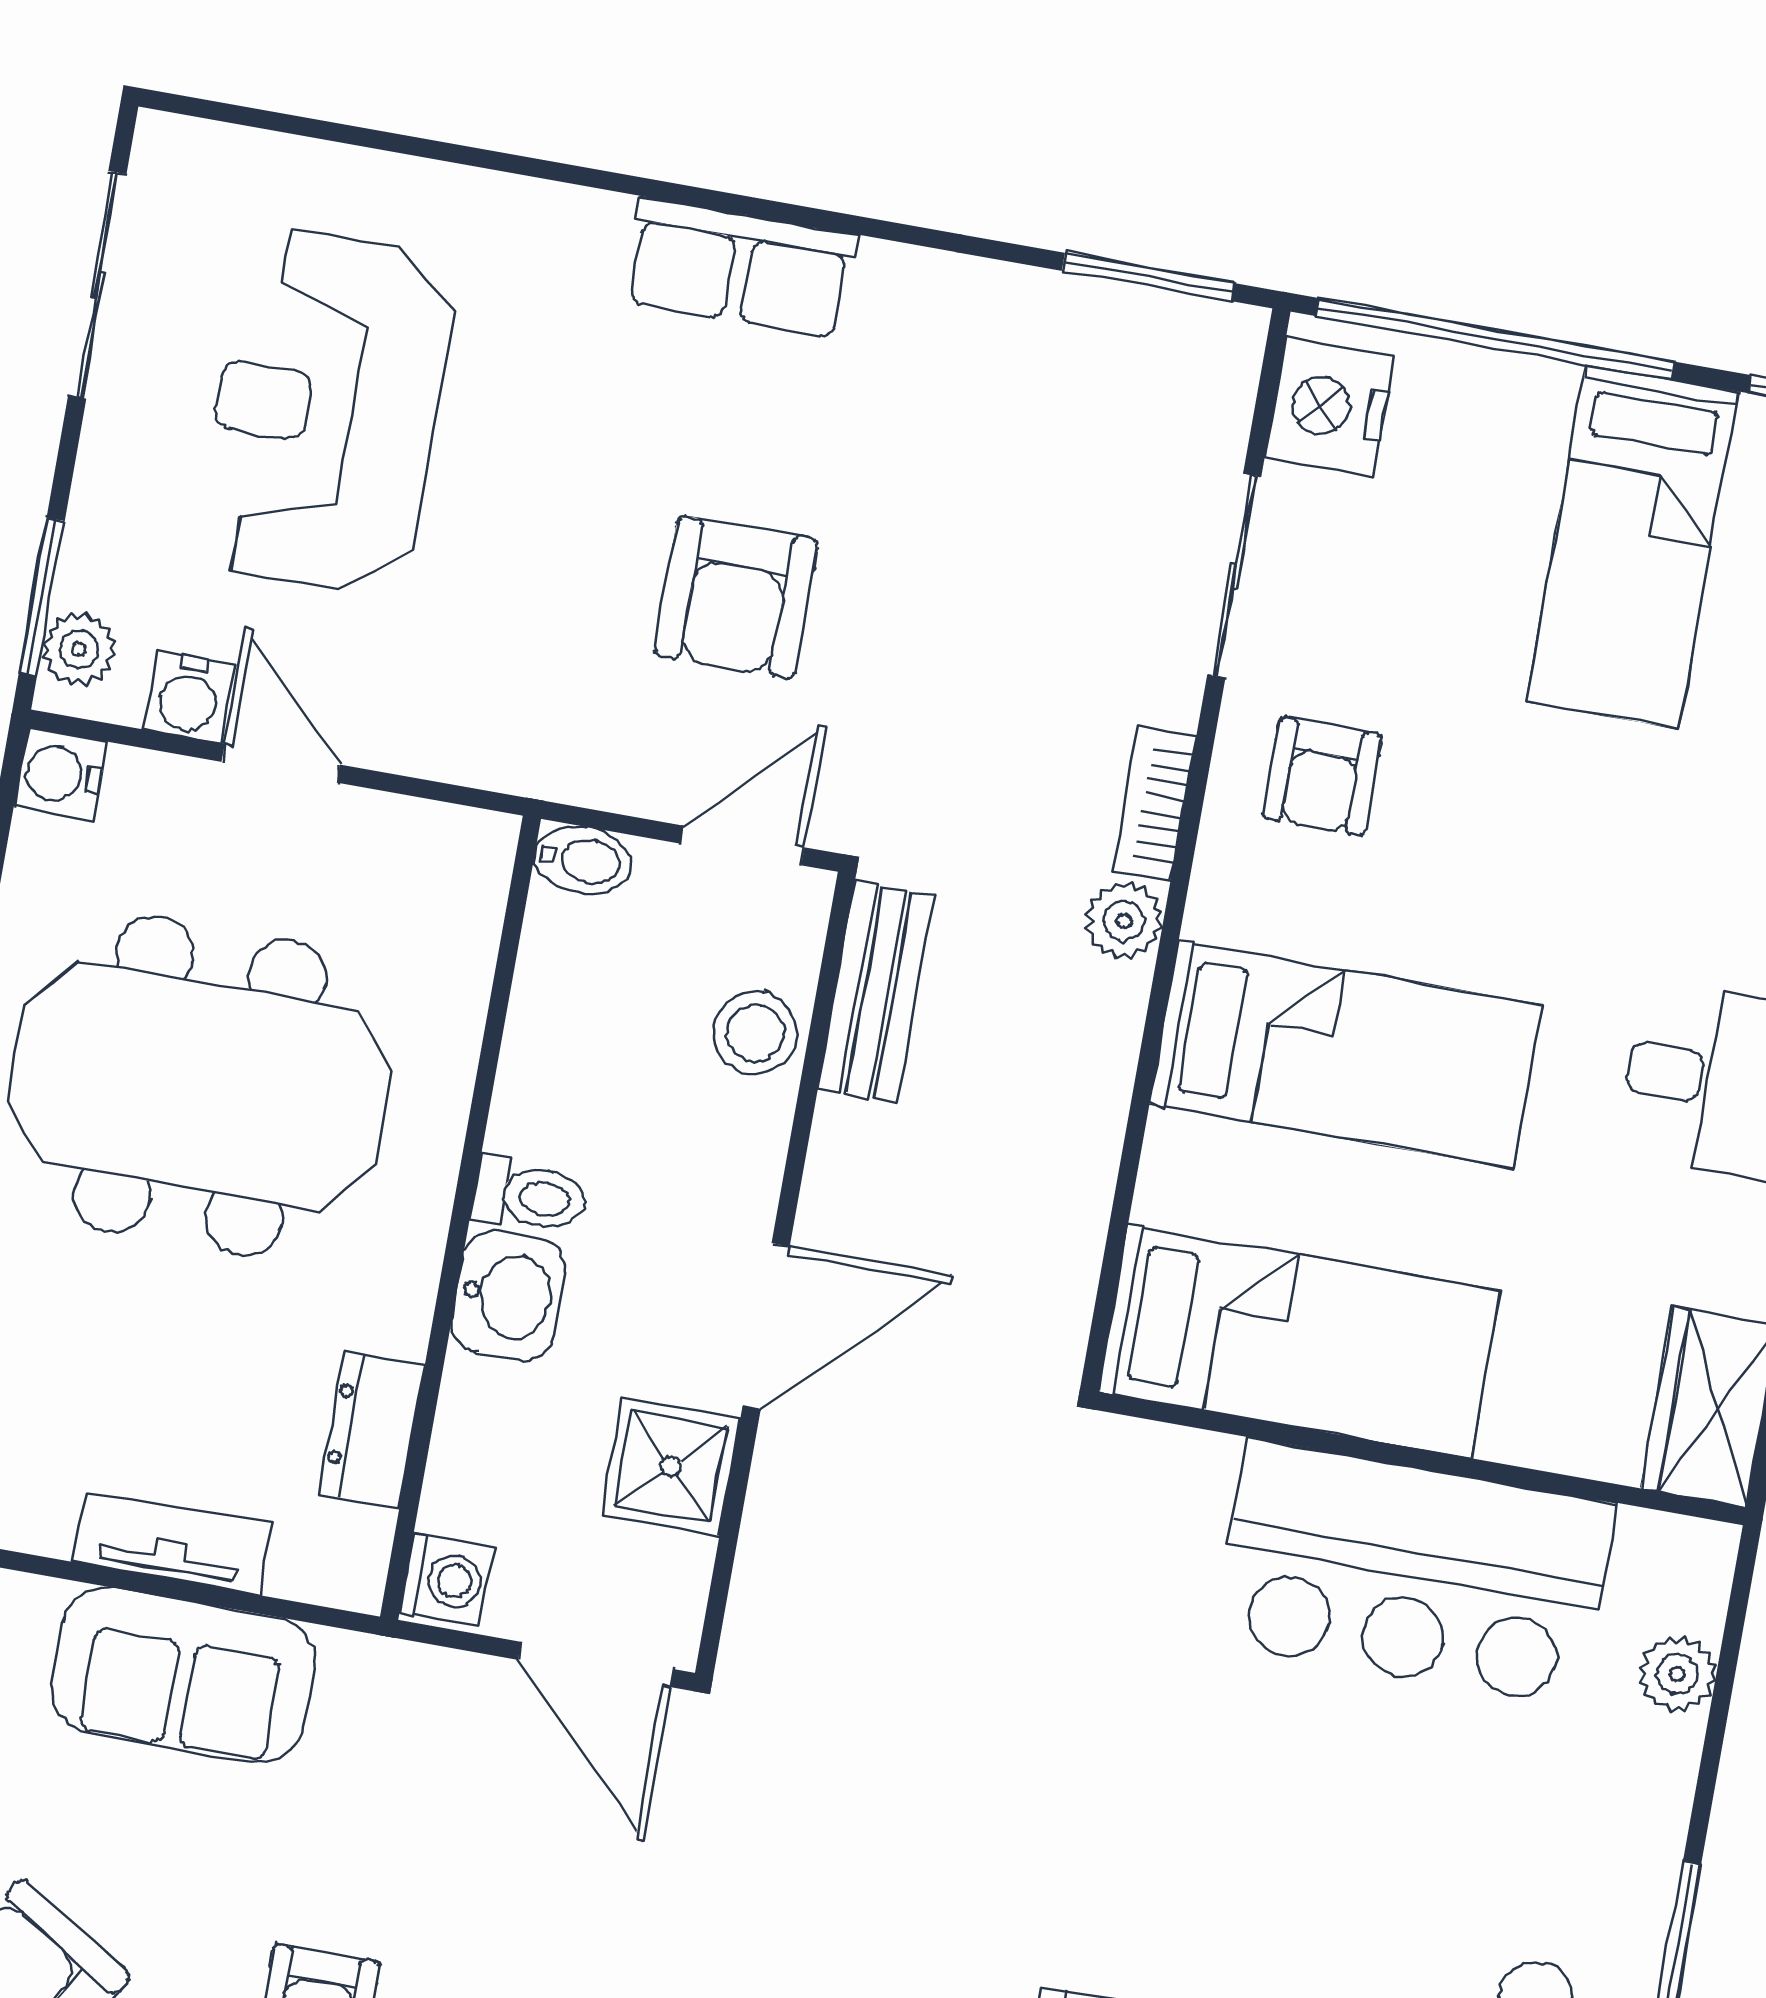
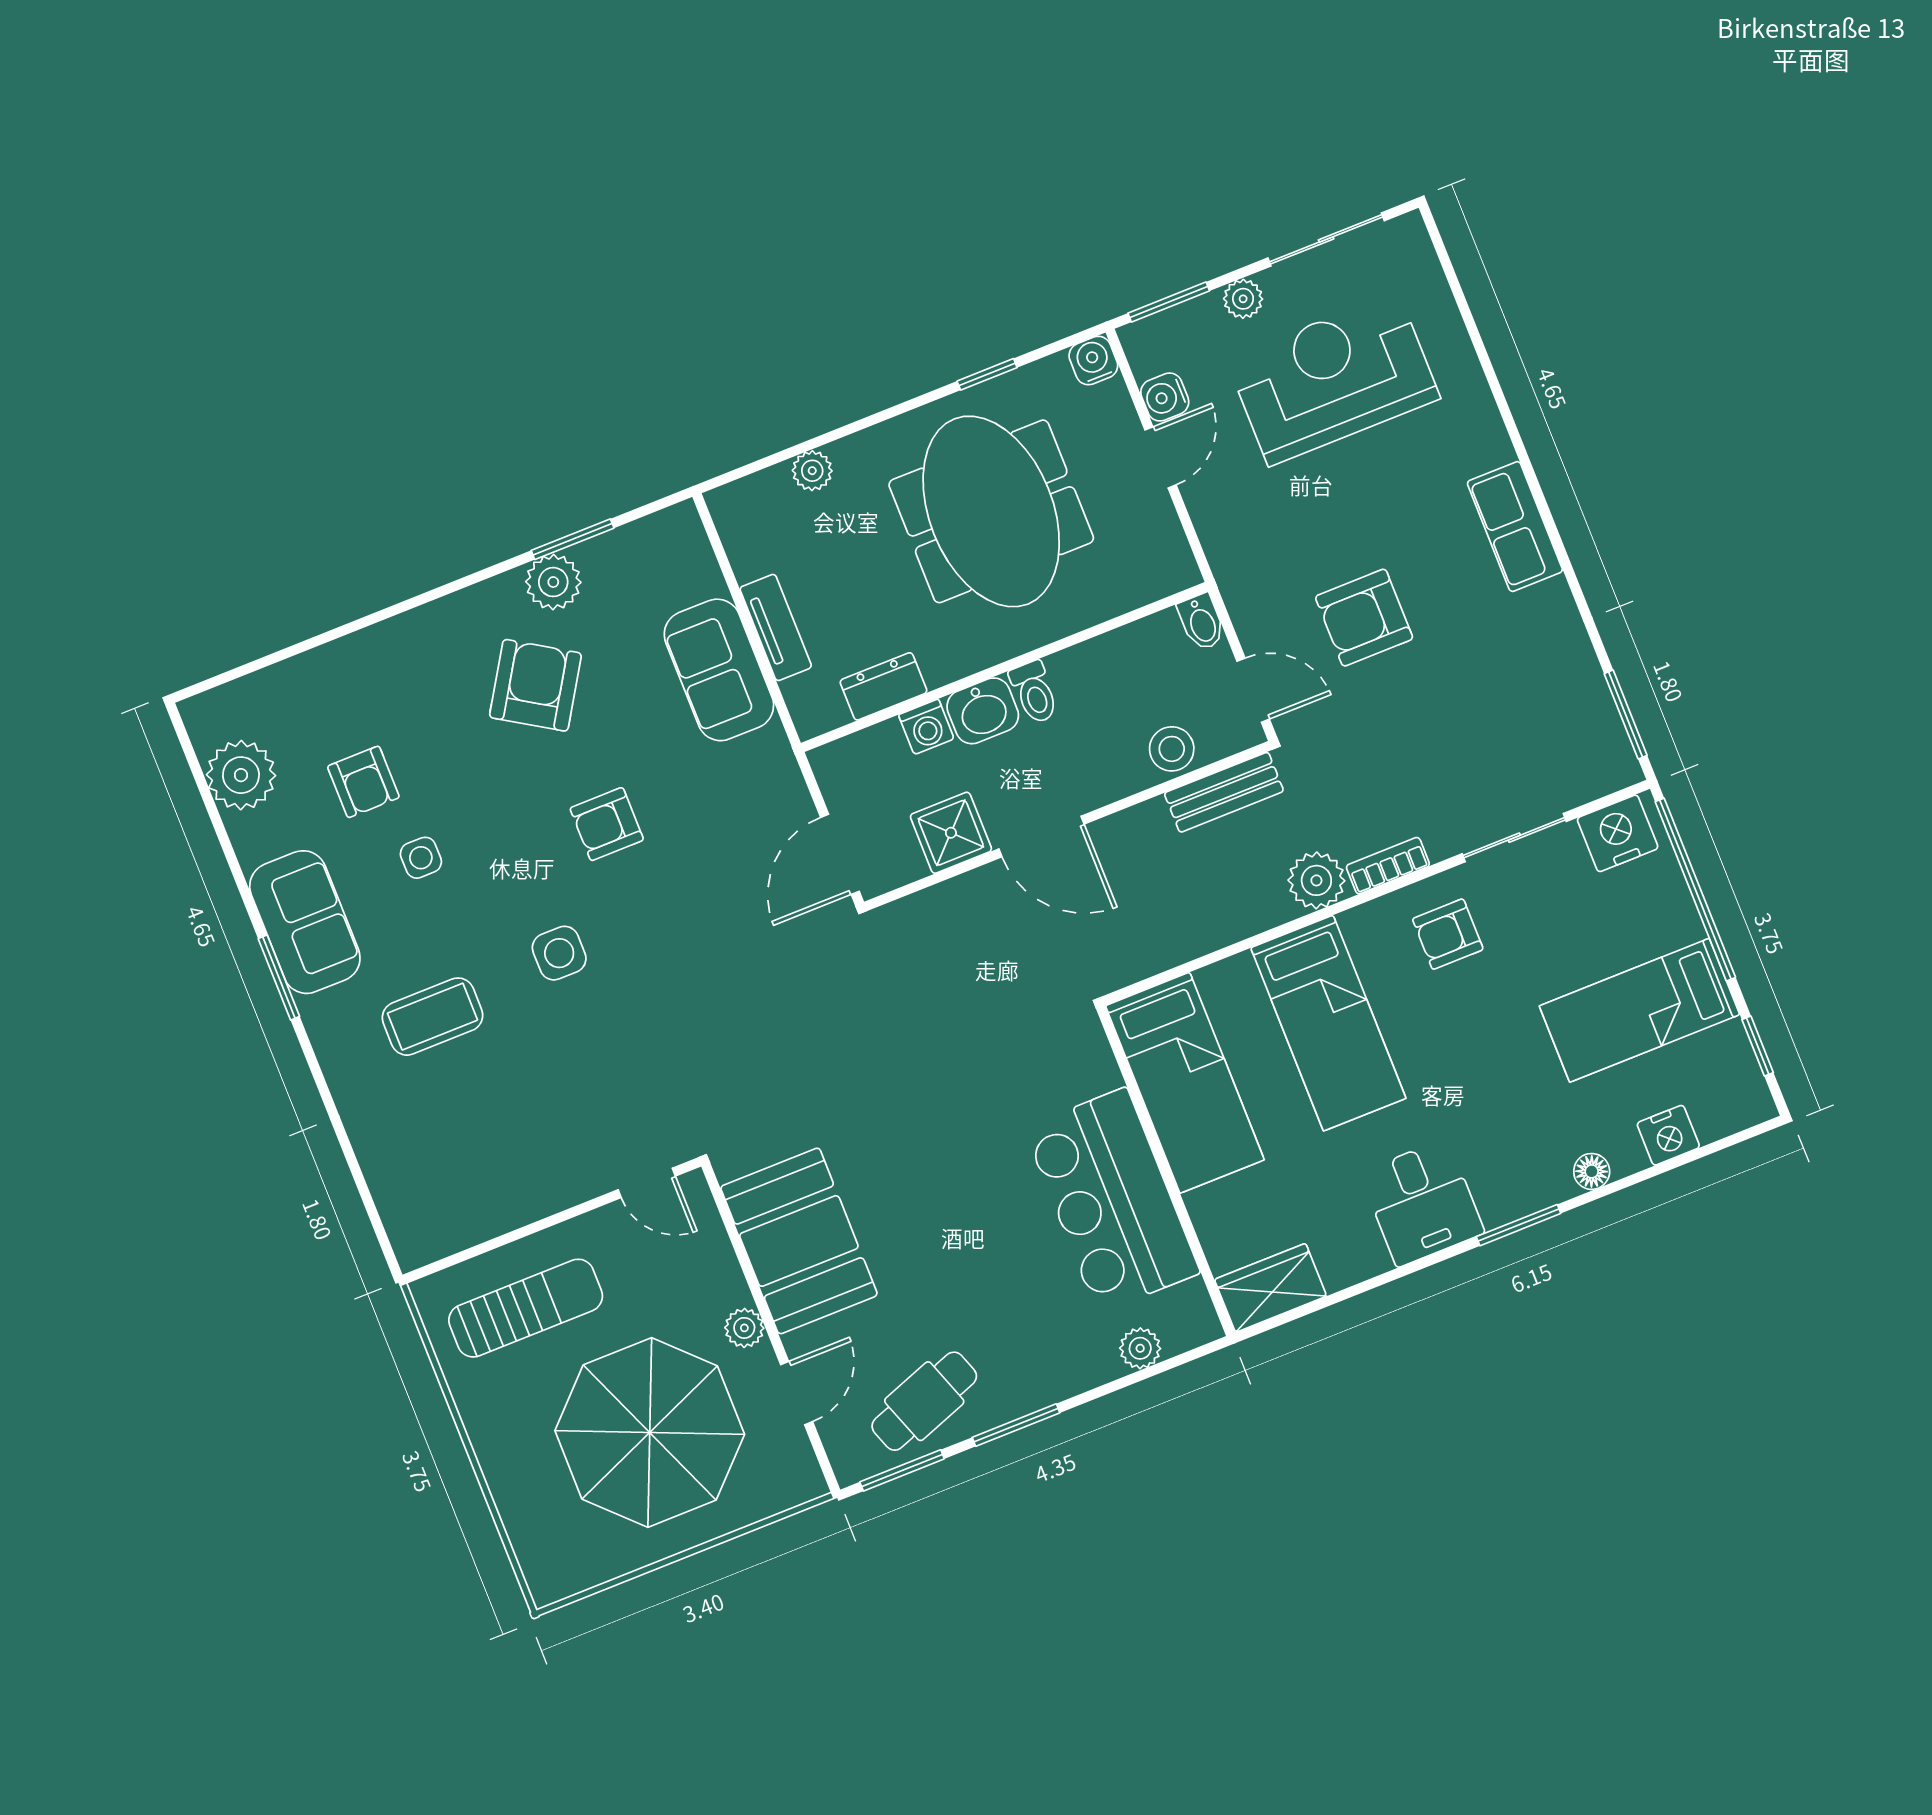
plant: (79, 649) -> (1243, 299), moved
plant: (1124, 921) -> (1316, 880), width x1.38, depth x1.38
washing machine: (446, 1580) -> (926, 727), moved

